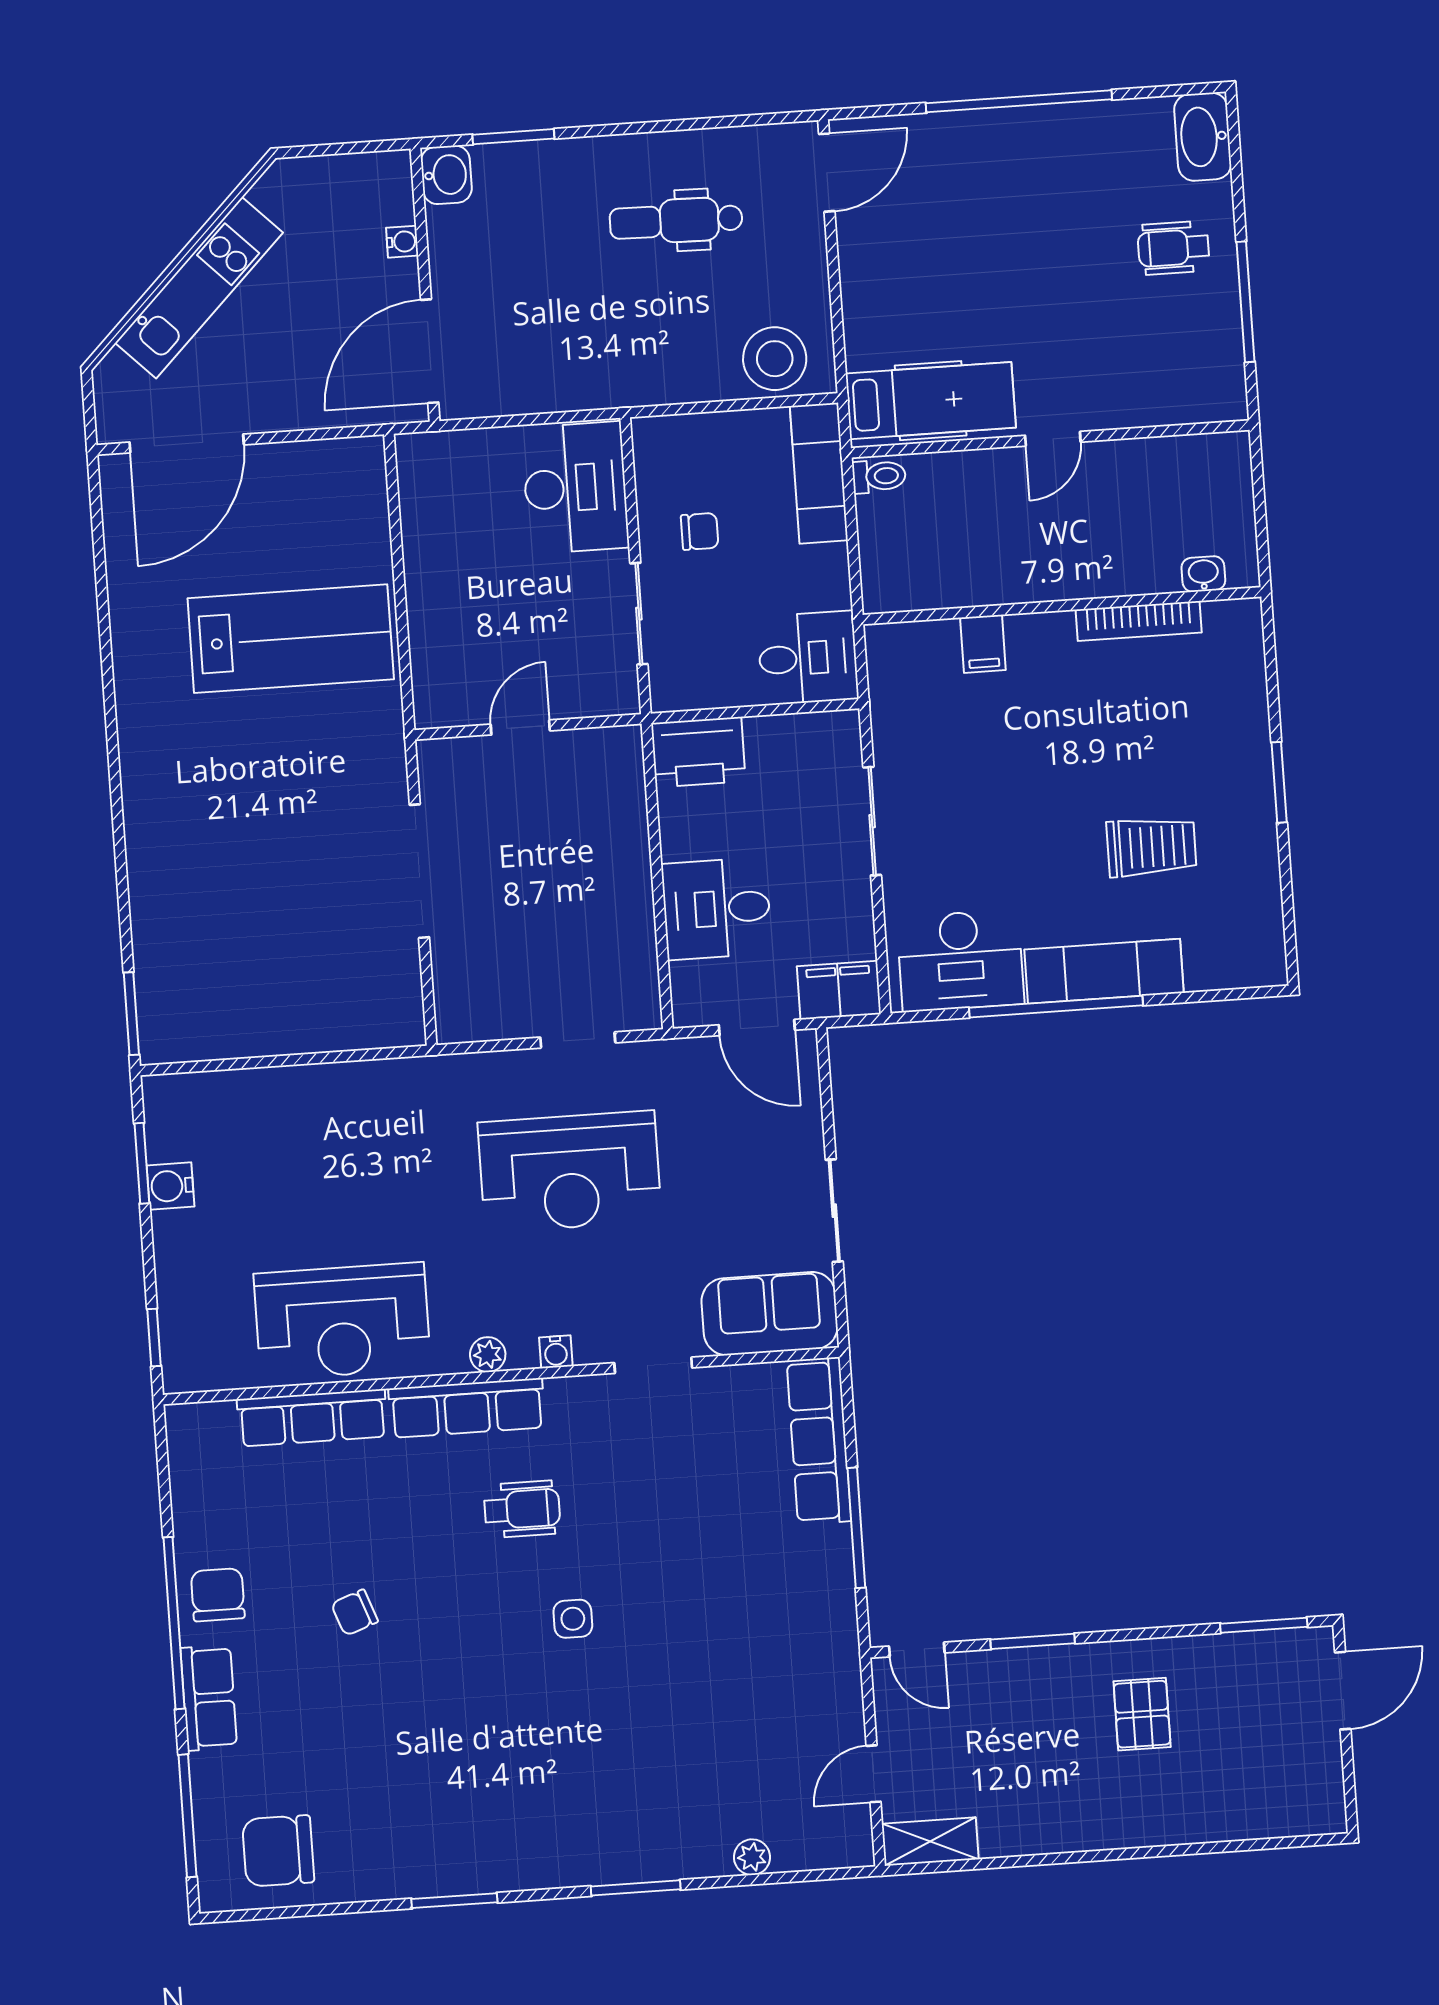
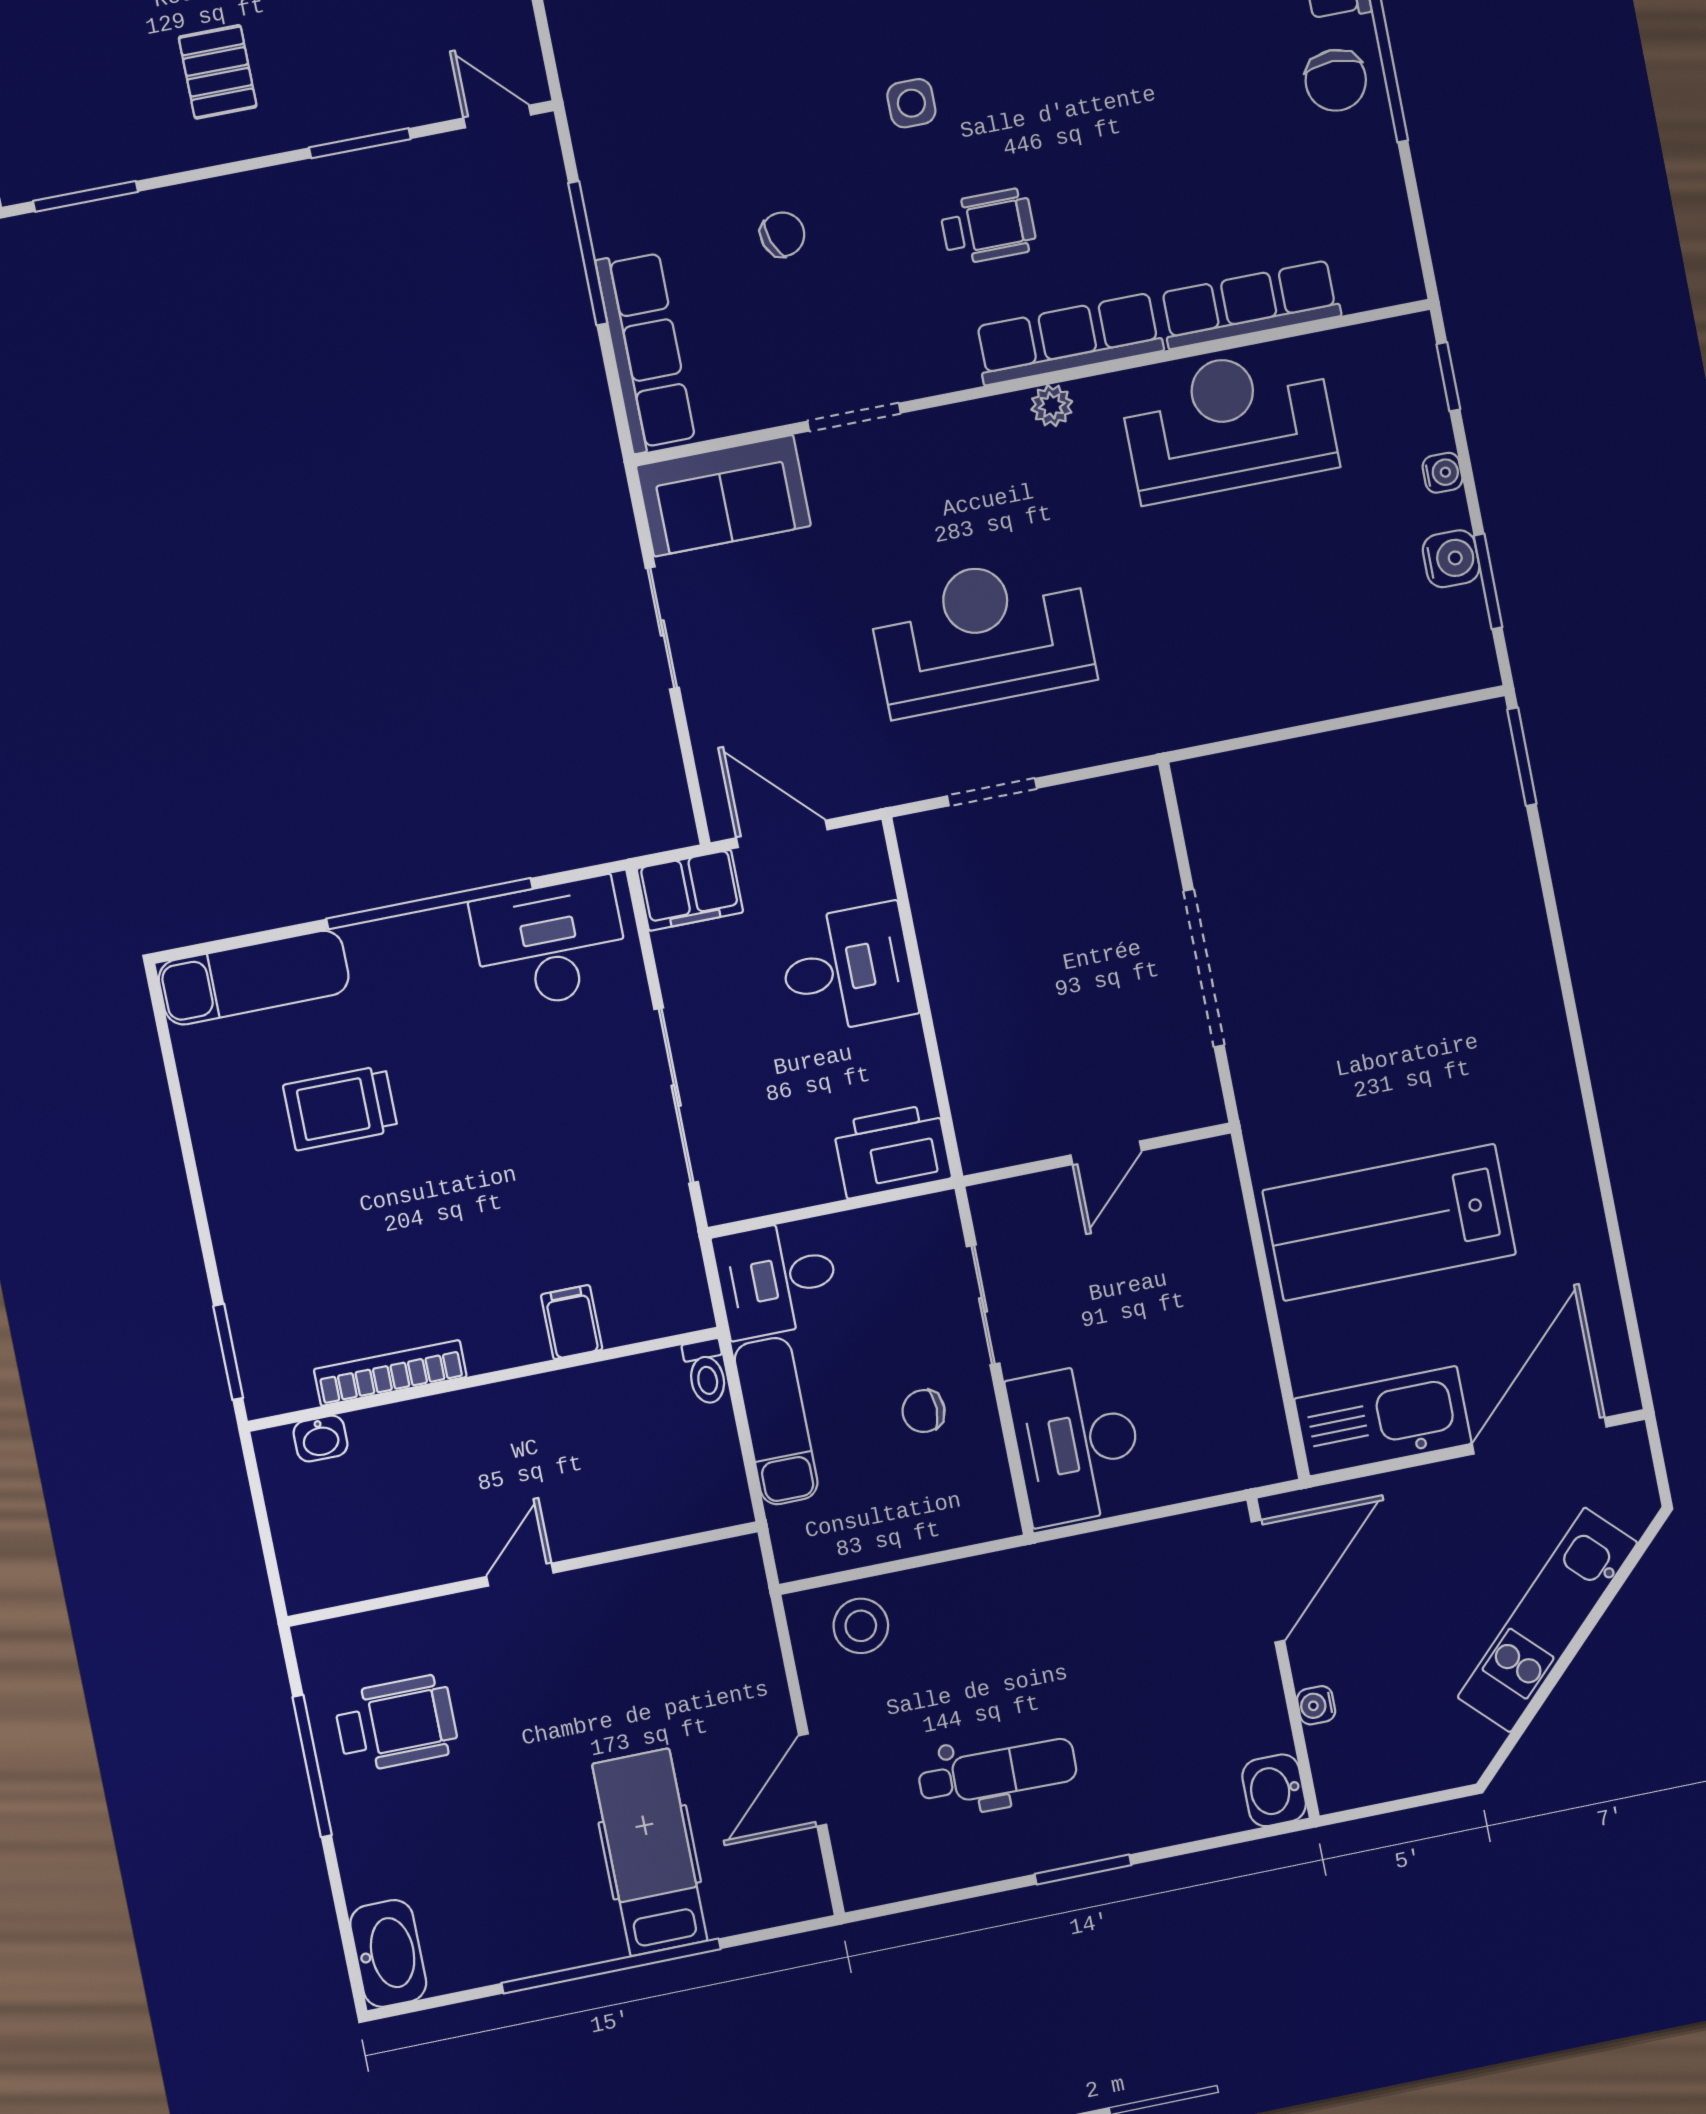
window: (513, 137) -> (1083, 1870), moved
door: (827, 173) -> (813, 1780), moved
wheelchair: (1174, 248) -> (396, 1724), moved, width x1.36, depth x1.37
stool: (775, 359) -> (861, 1626), width x0.73, depth x0.73
hospital bed: (931, 401) -> (650, 1852), moved, turned 90
kitchen sink: (317, 473) -> (1383, 1421), added
exam couch: (819, 473) -> (776, 1421), moved
toilet: (879, 476) -> (706, 1372), moved, turned -90
window: (1279, 782) -> (228, 1352), moved
sliding door: (872, 821) -> (676, 1096), width x1.37
exam couch: (1104, 971) -> (254, 978), moved
water cooler: (556, 1352) -> (1442, 473), moved, turned 90
wheelchair: (522, 1509) -> (988, 227), turned 180
chair: (355, 1613) -> (783, 234), moved

